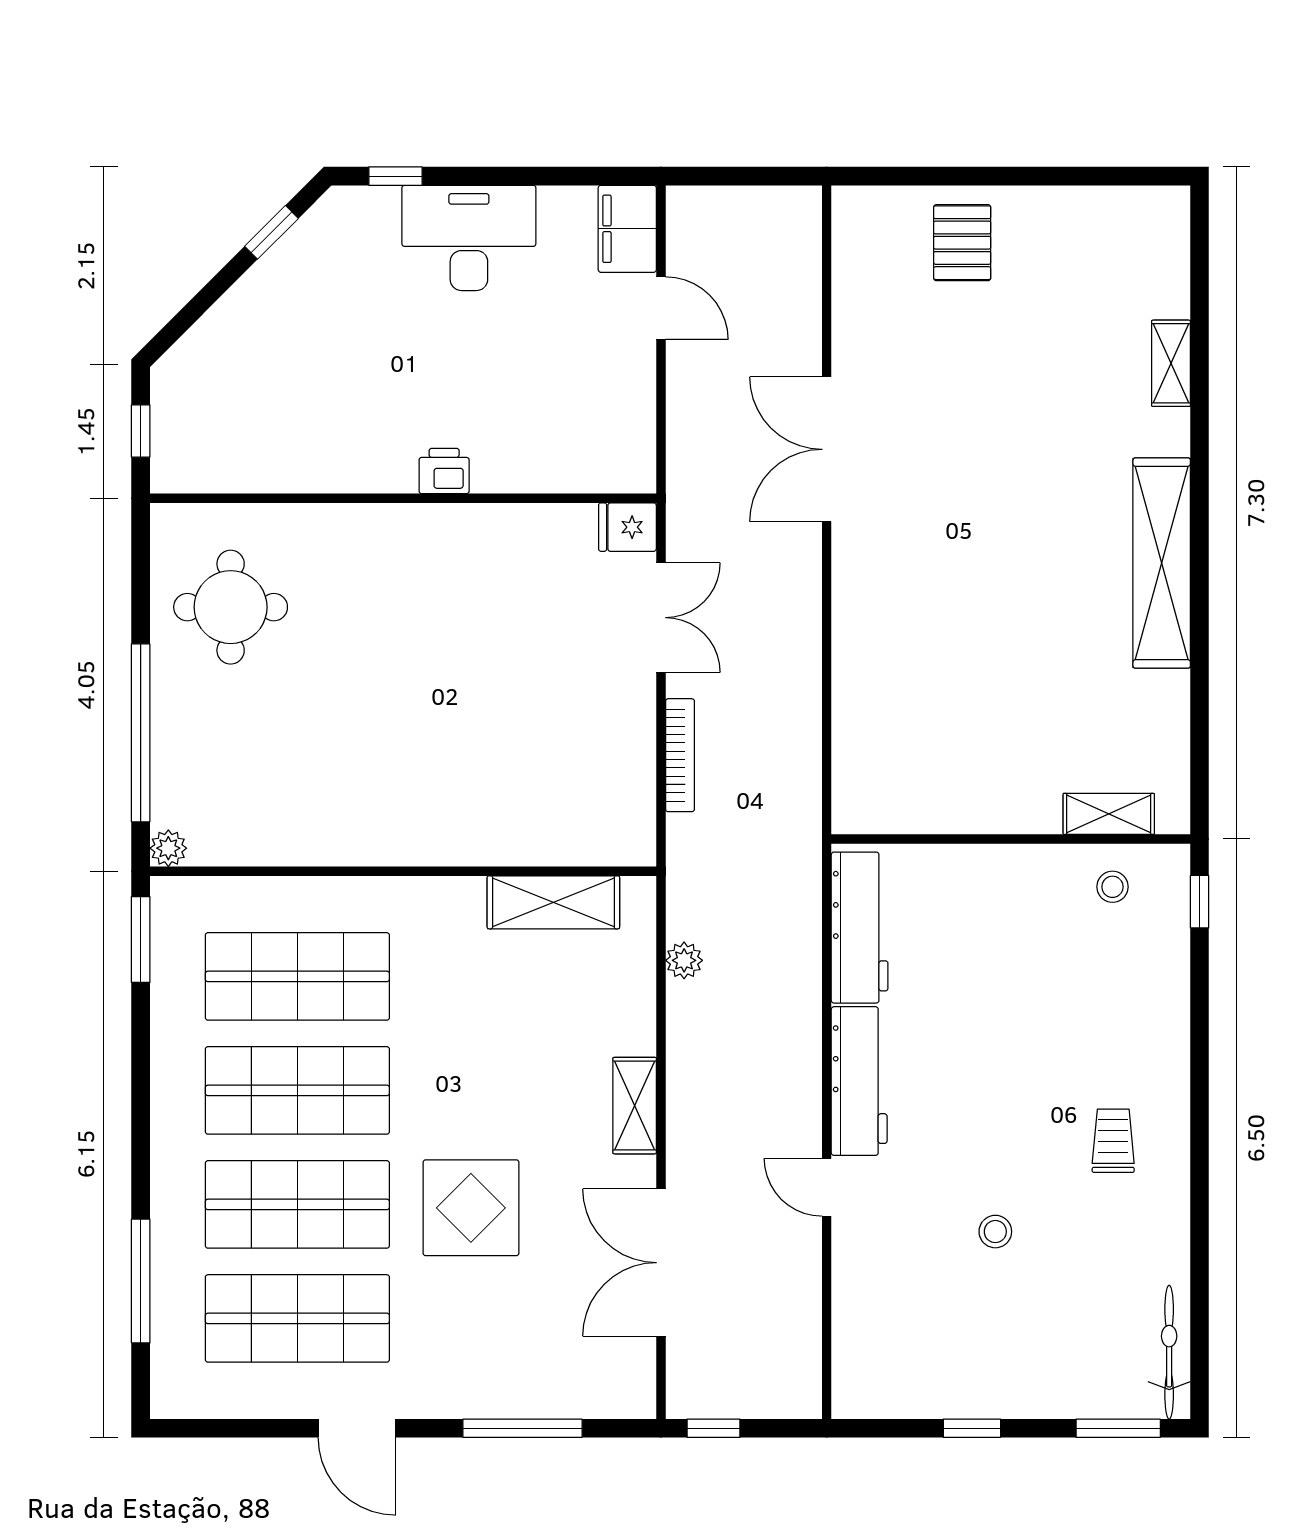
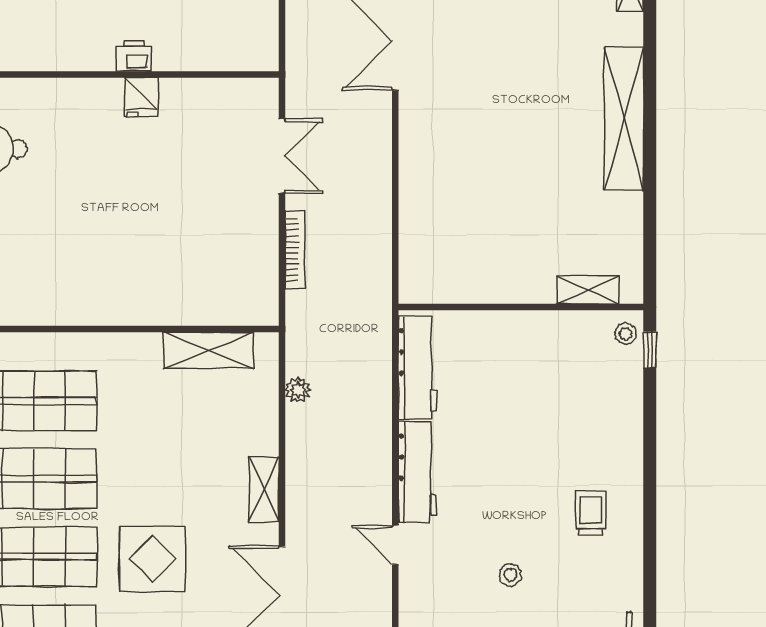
fridge: (627, 527) -> (141, 97), moved, turned -90
stool: (1112, 887) -> (626, 334), moved

